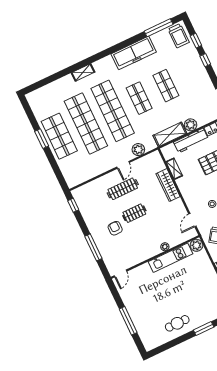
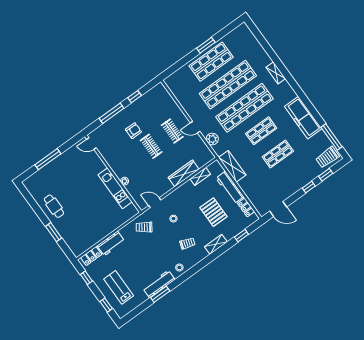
plant: (191, 125) -> (245, 184), removed
clothes rail: (123, 189) -> (172, 131), width x0.73
window: (73, 205) -> (135, 97), moved
plant: (196, 245) -> (131, 211), removed

